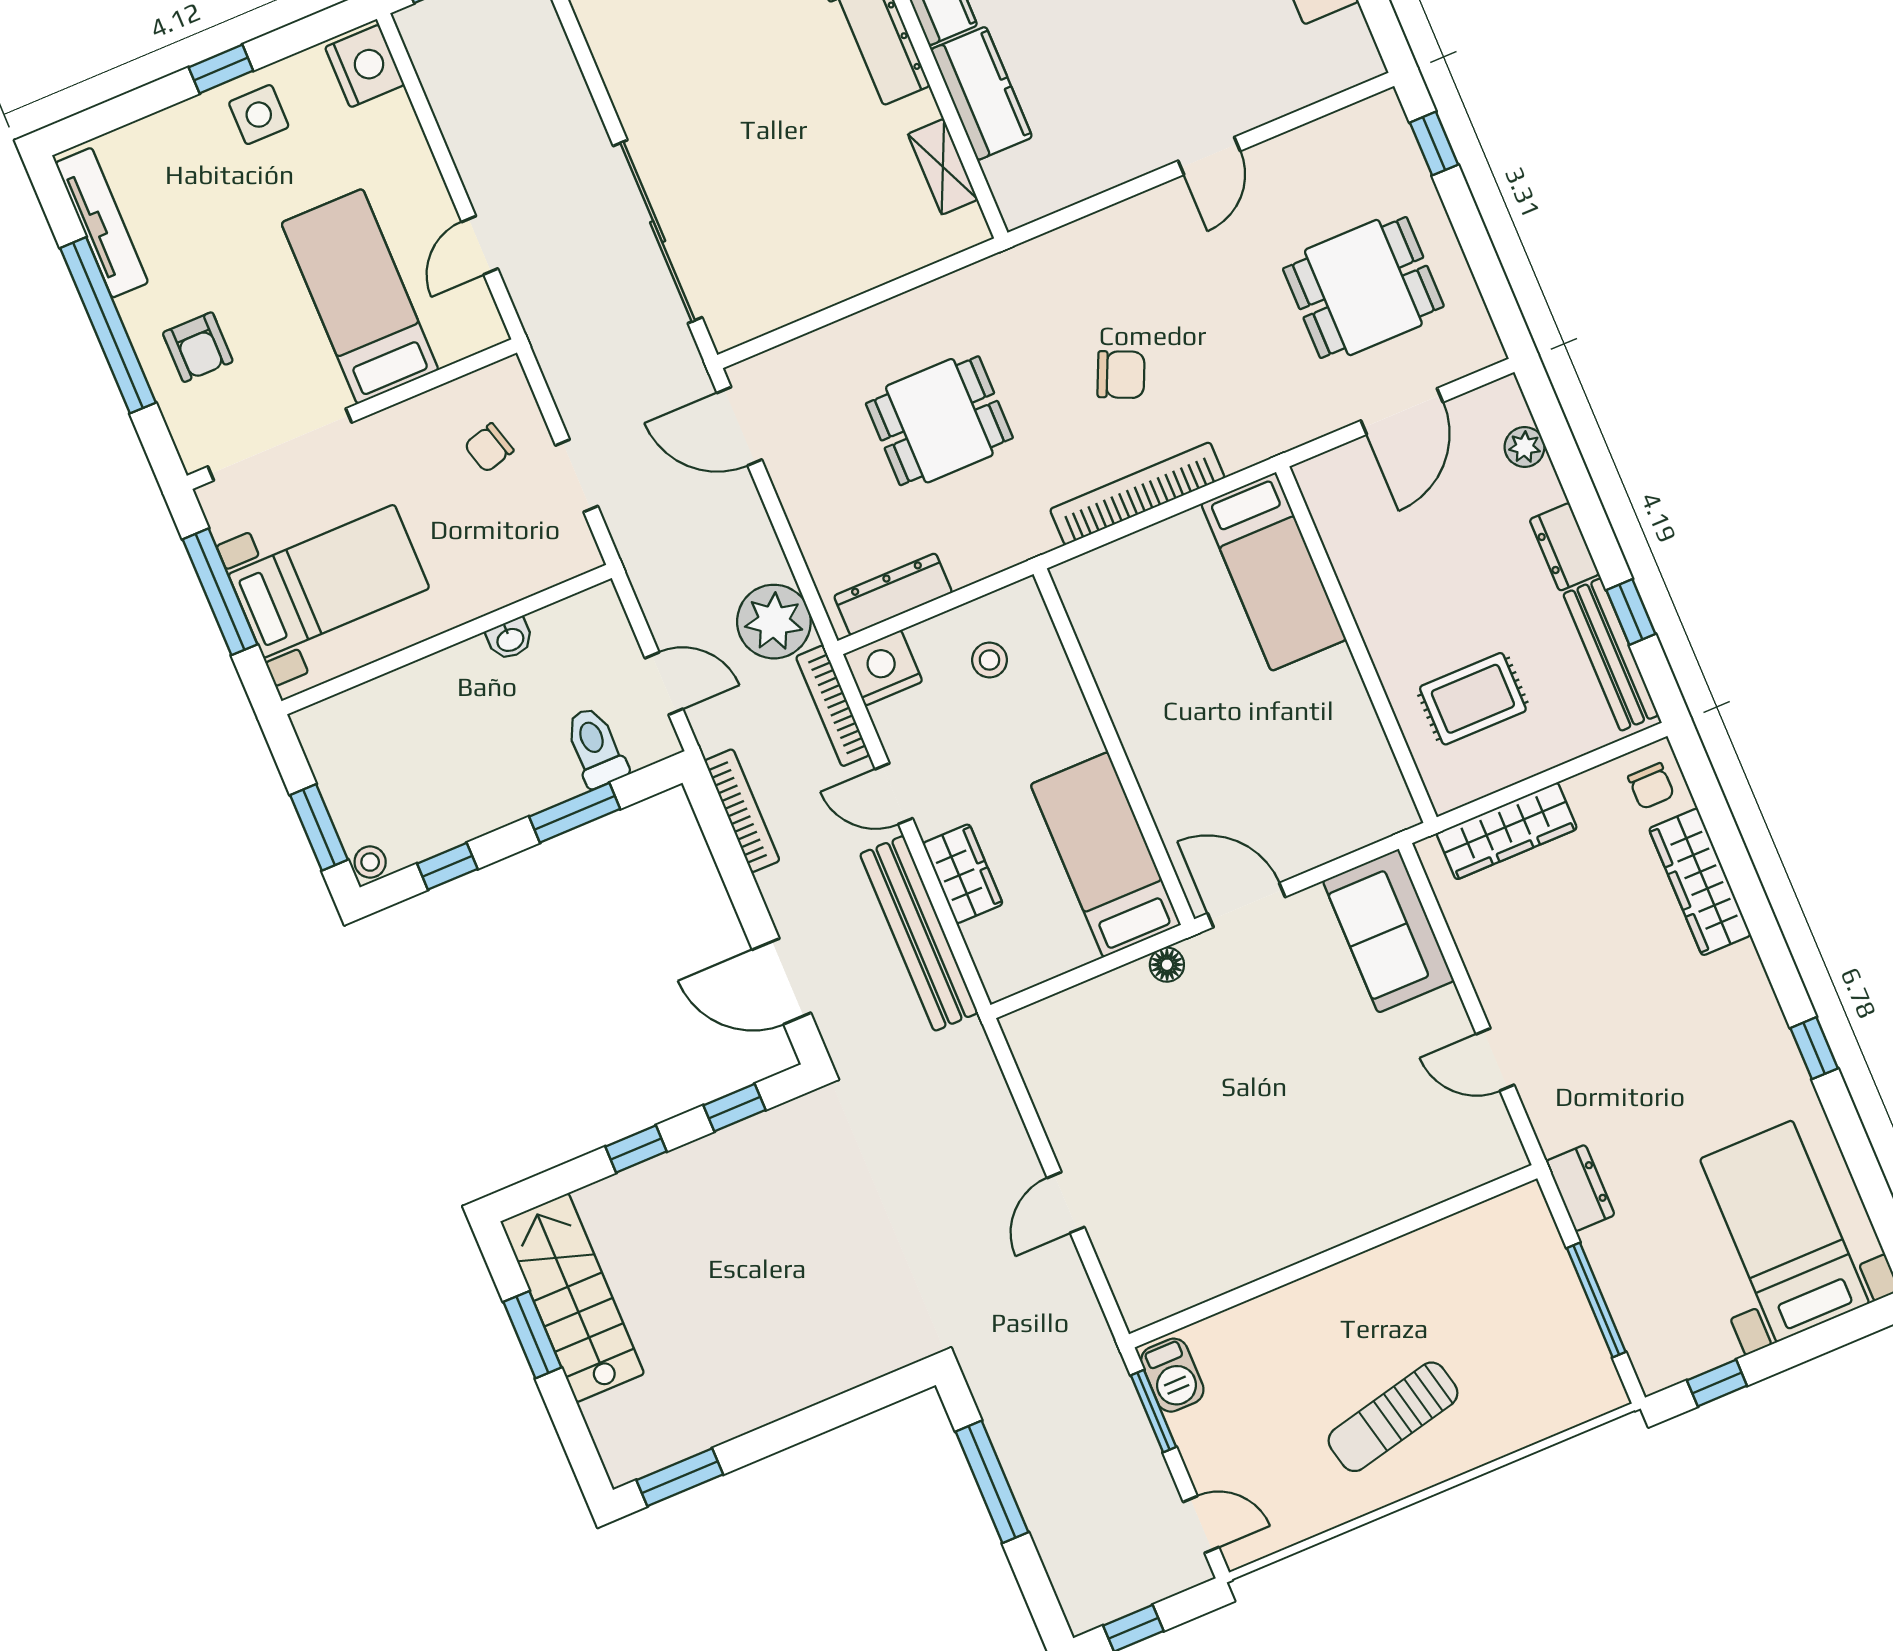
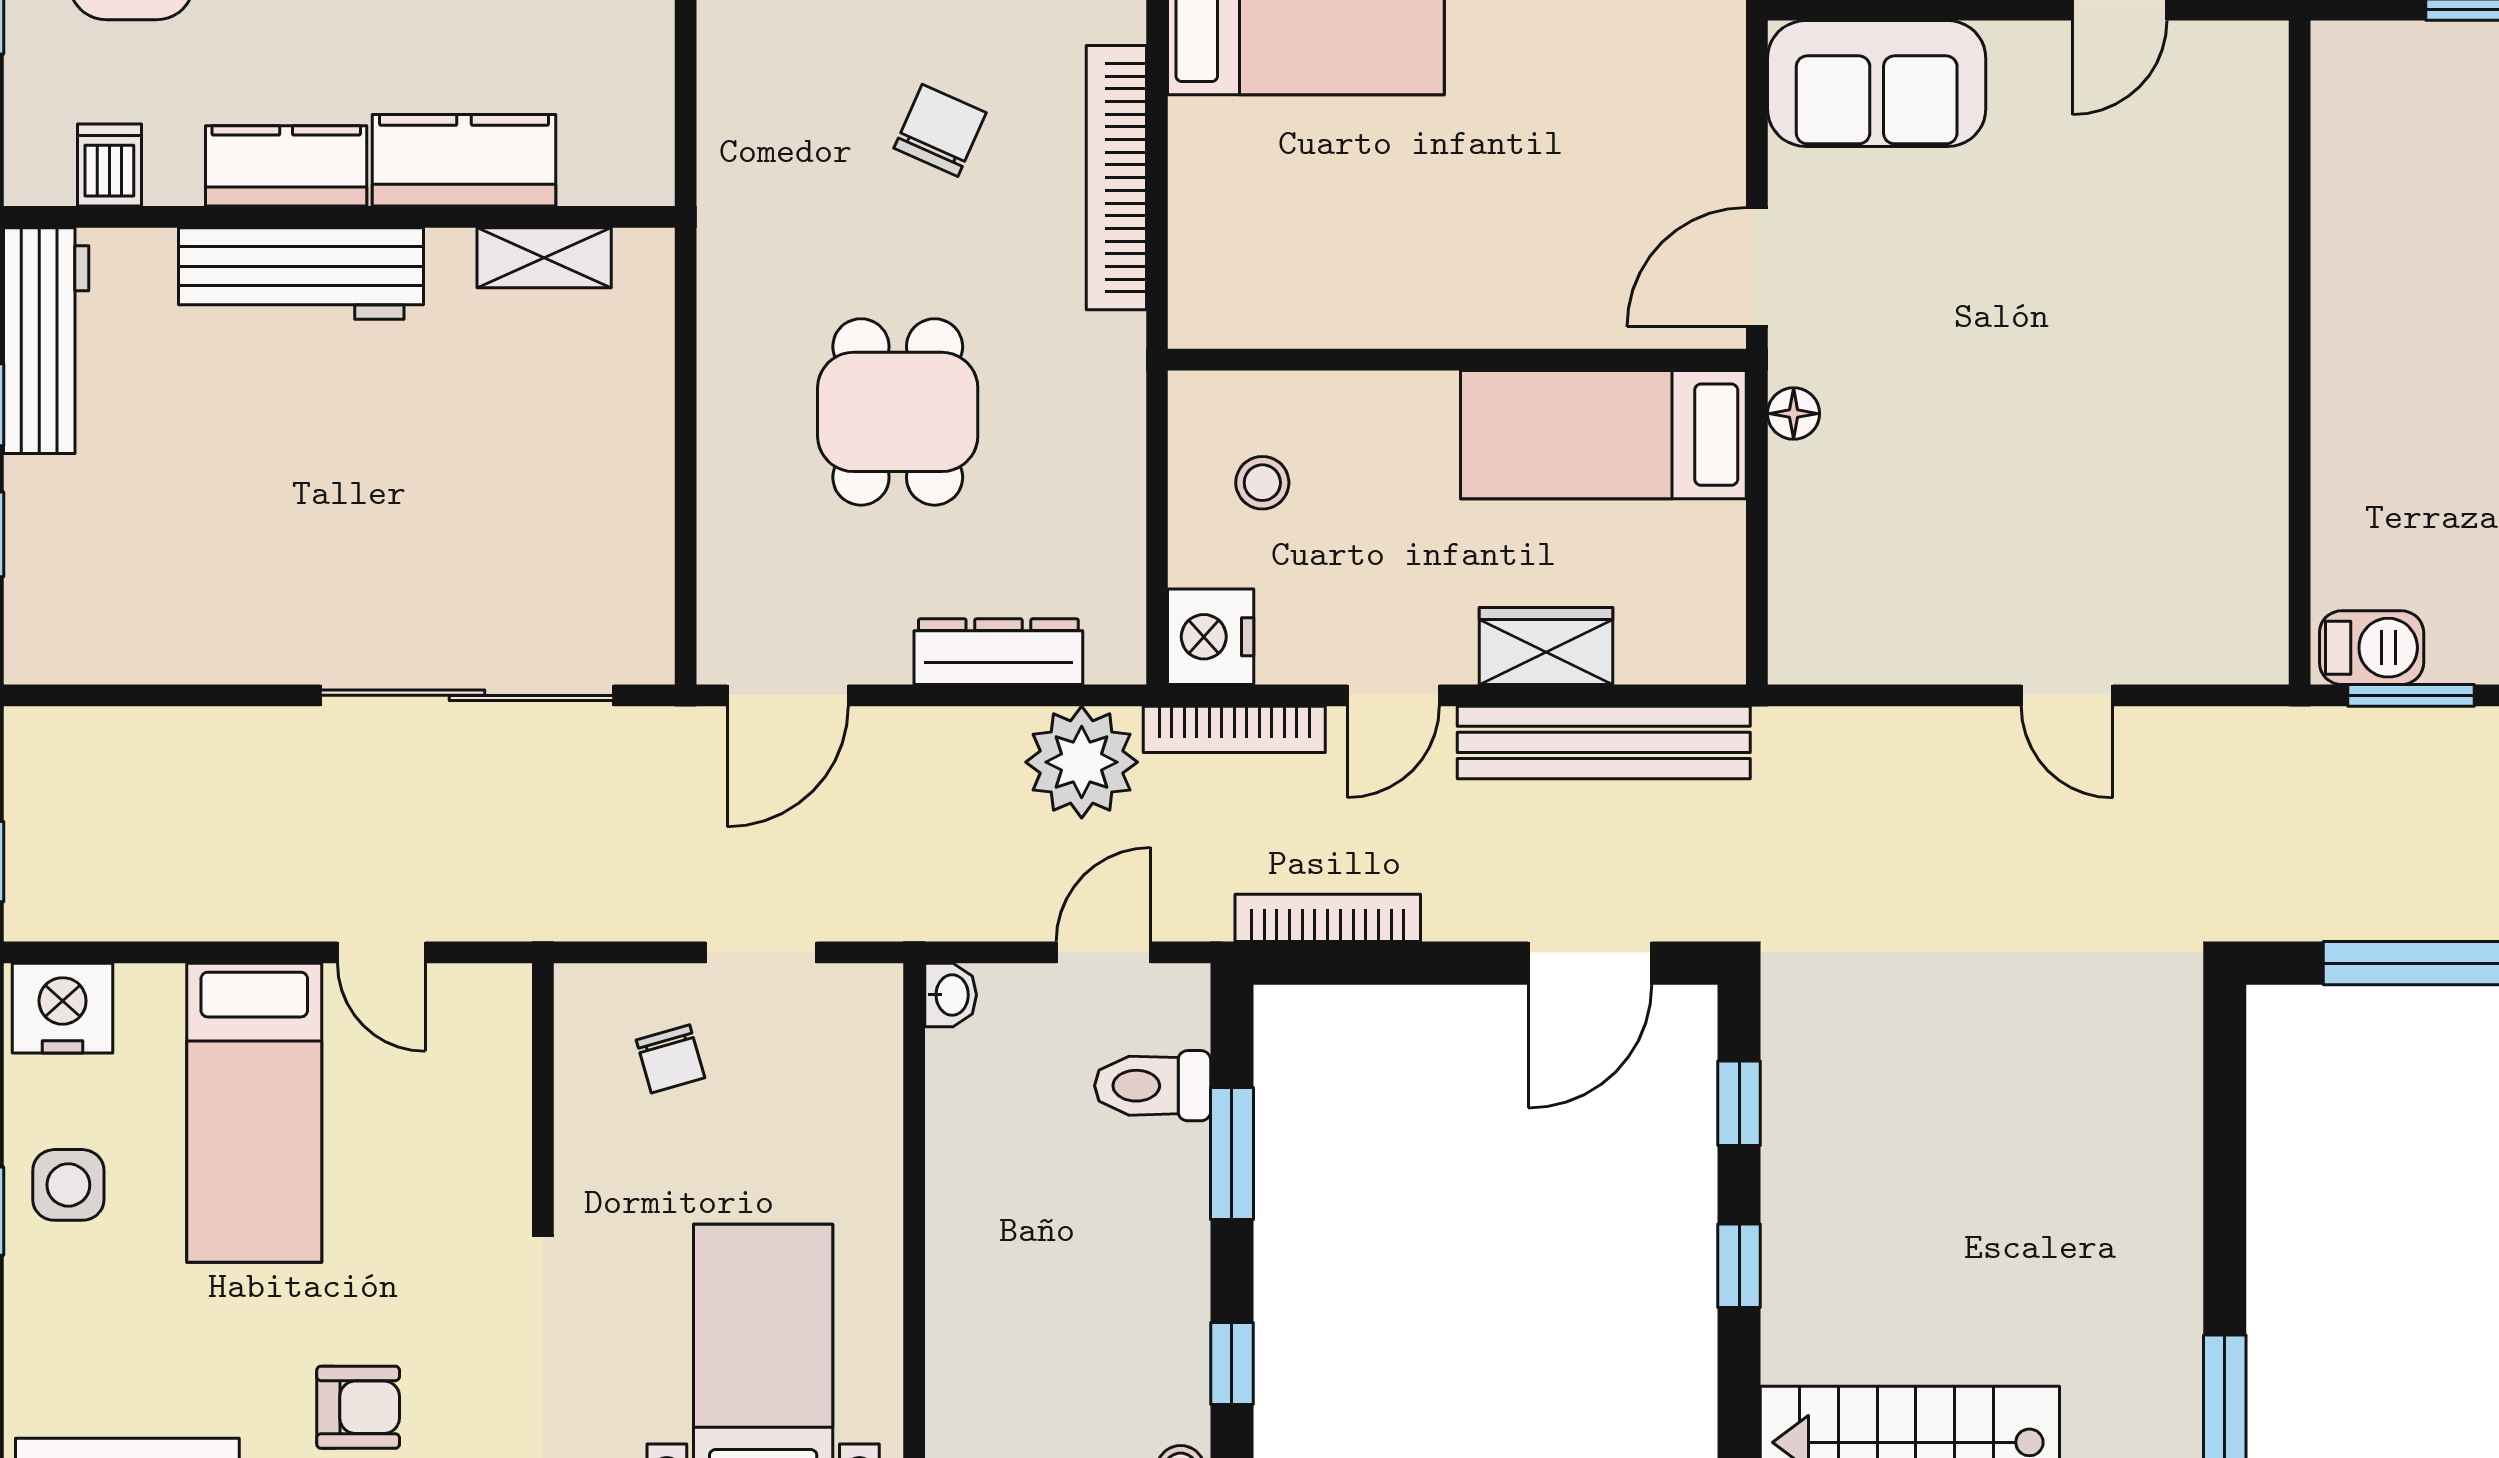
bed: (360, 296) -> (254, 1113), moved, turned -90
dresser: (893, 594) -> (998, 652), moved, turned 90
washbasin: (510, 639) -> (951, 995), moved

